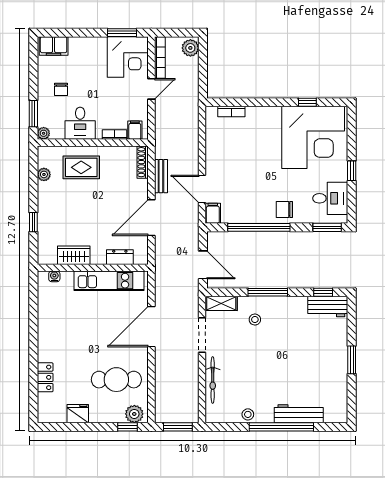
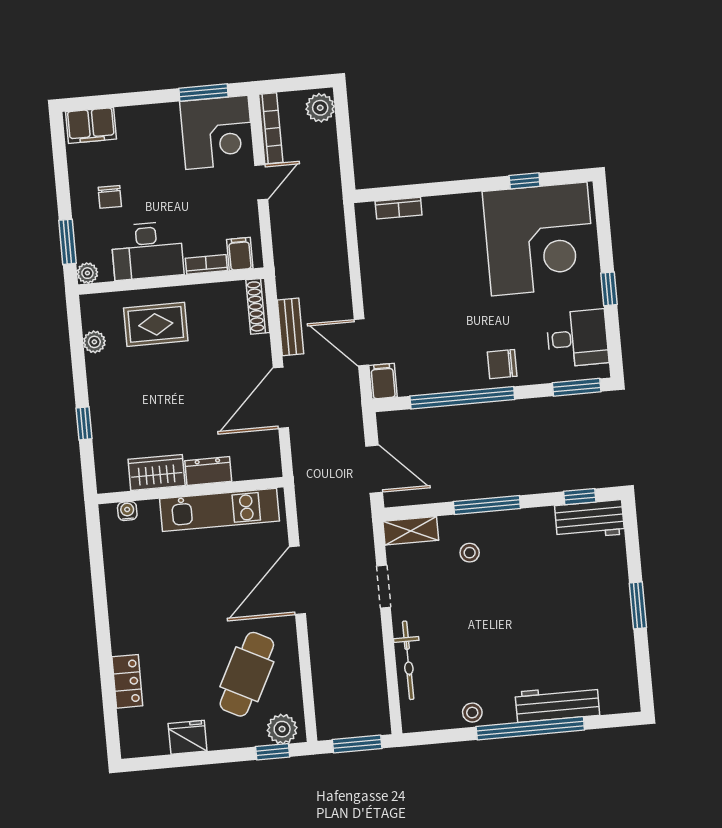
desk: (80, 123) -> (147, 251), width x1.37
dresser: (120, 257) -> (208, 471), moved
doorway: (202, 335) -> (384, 587), width x0.73
cafe table: (116, 380) -> (247, 674), turned -63

